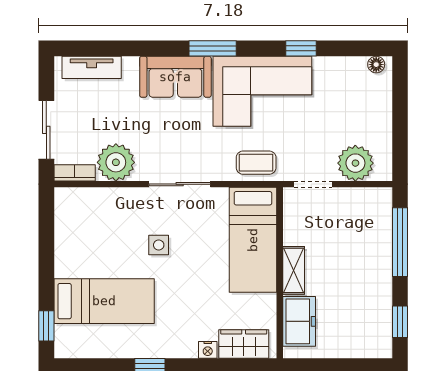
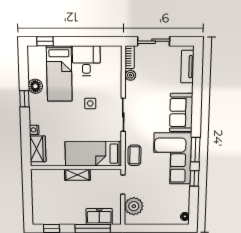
window: (213, 48) -> (195, 150), moved
plant: (116, 162) -> (130, 75), width x0.53, depth x0.53
desk: (81, 252) -> (86, 61), added
freezer: (299, 321) -> (99, 217), moved, turned 180
floor lamp: (127, 345) -> (35, 86), added

